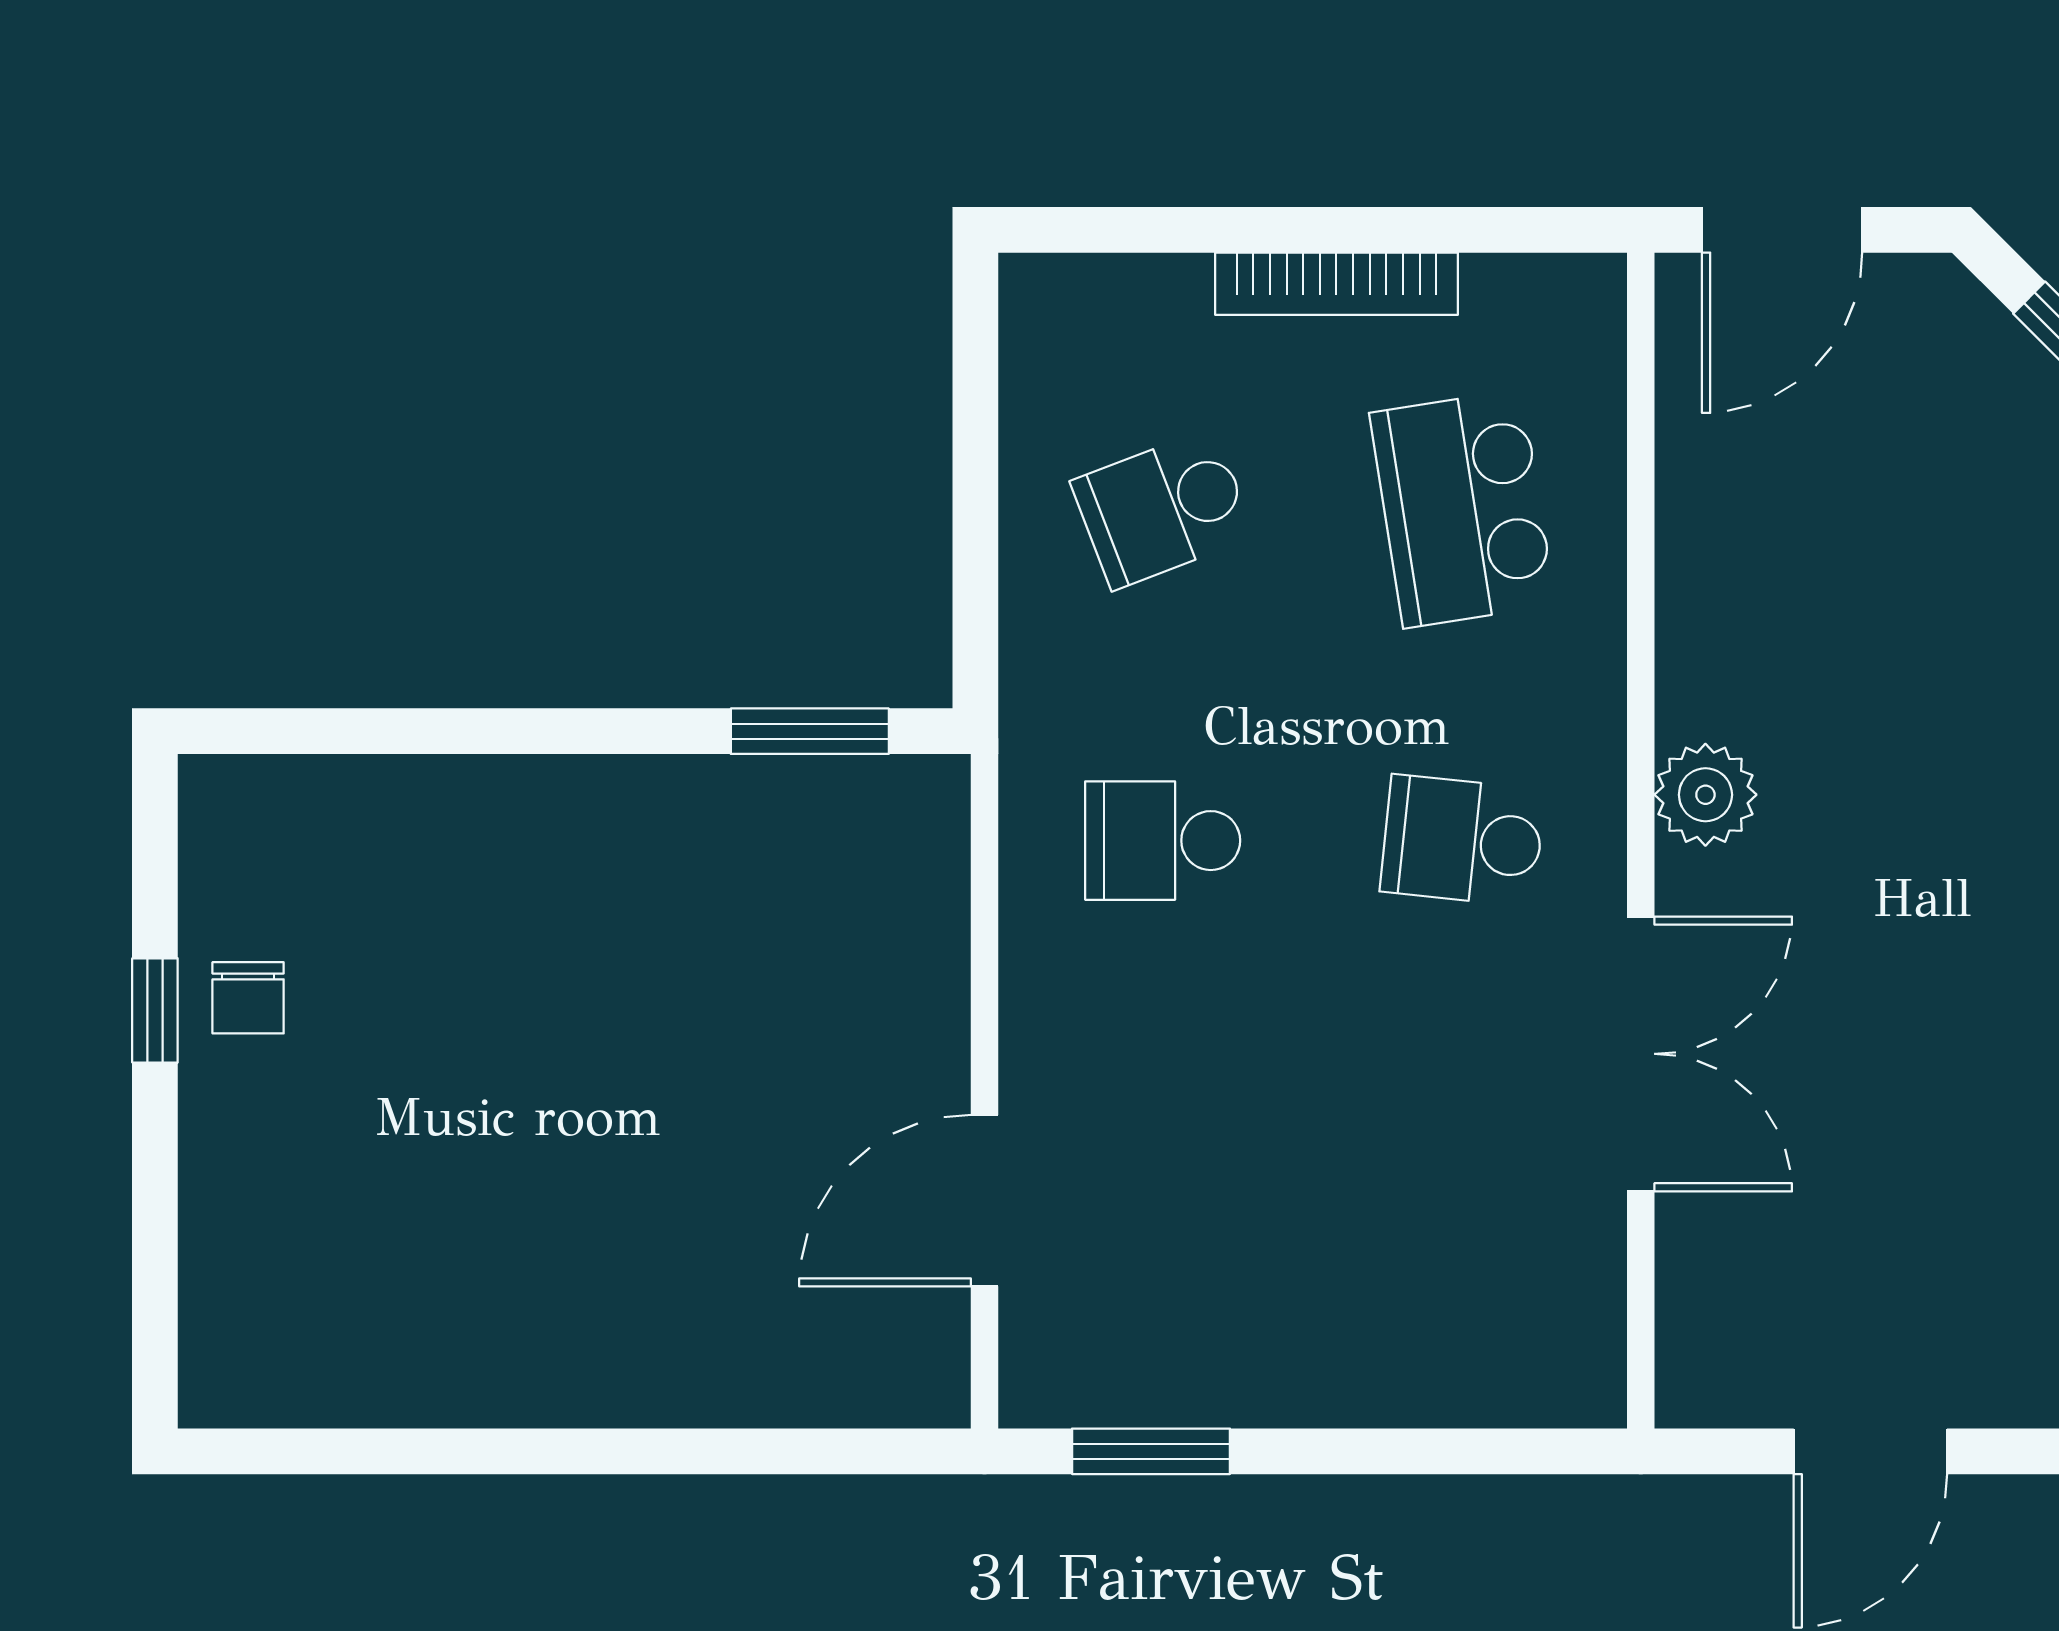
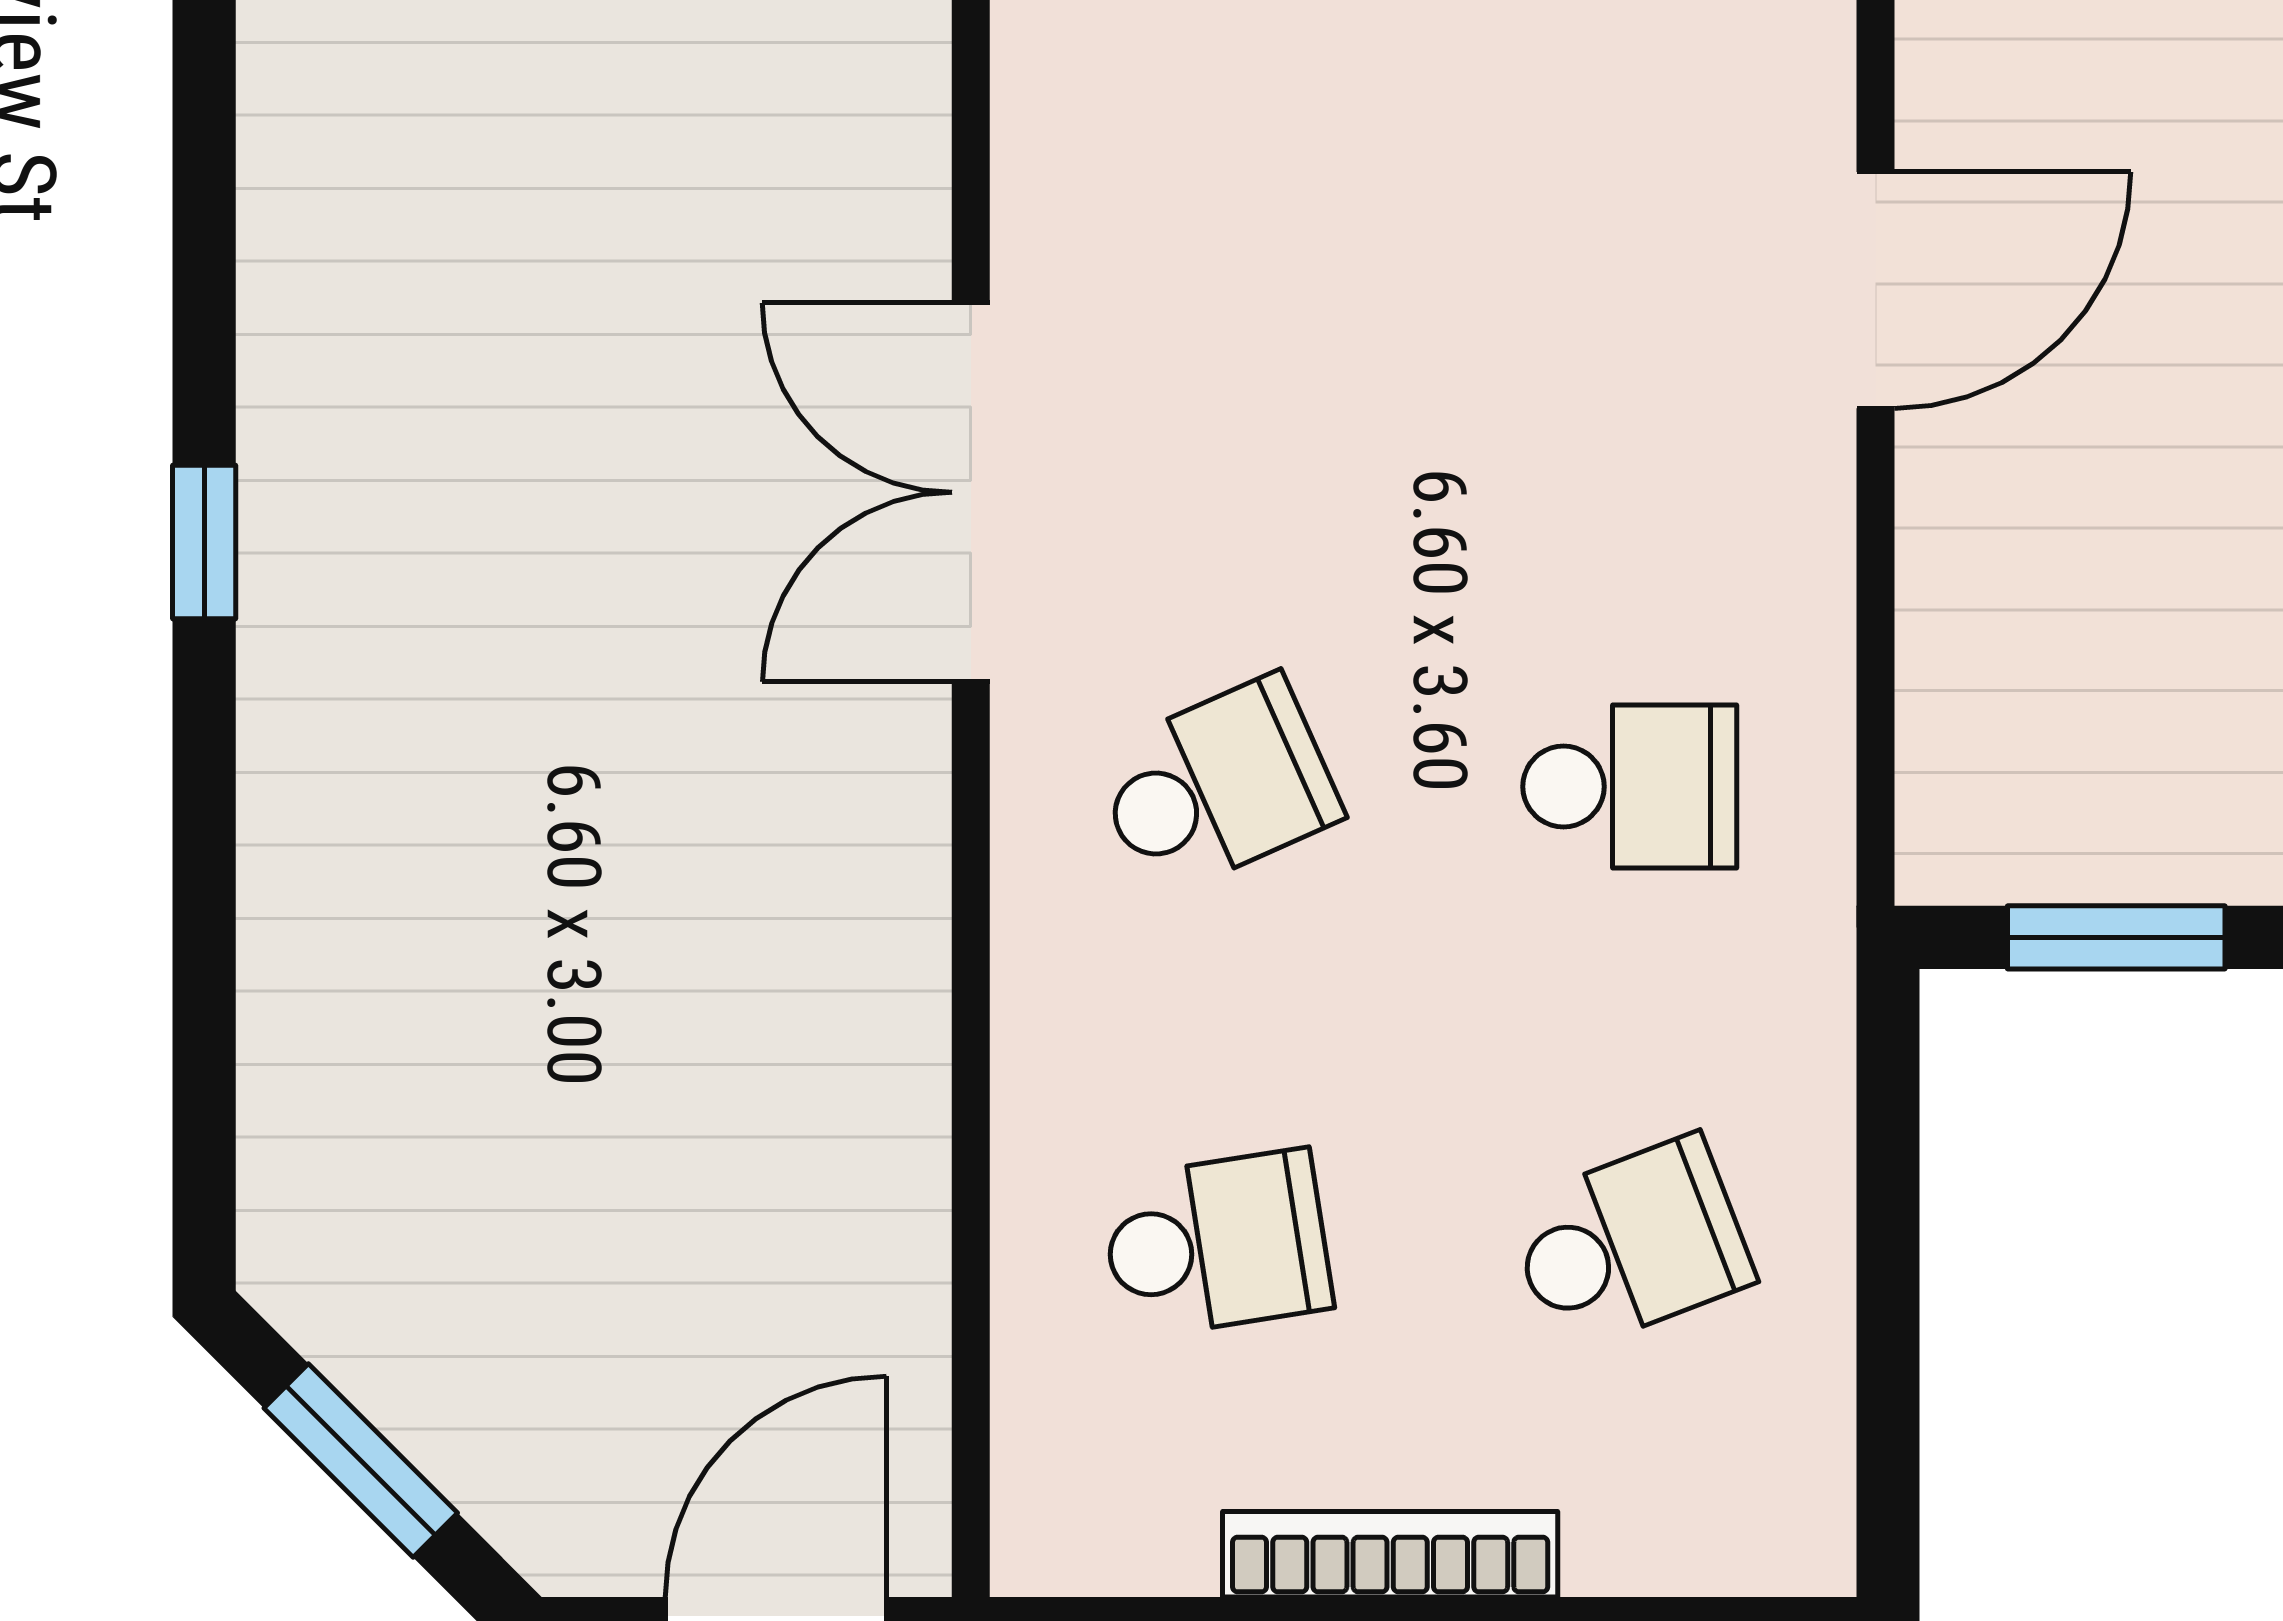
school desk: (1463, 509) -> (1216, 1244), width x0.54
plant: (1705, 795) -> (882, 850), removed
school desk: (1463, 841) -> (1216, 787), turned -30

